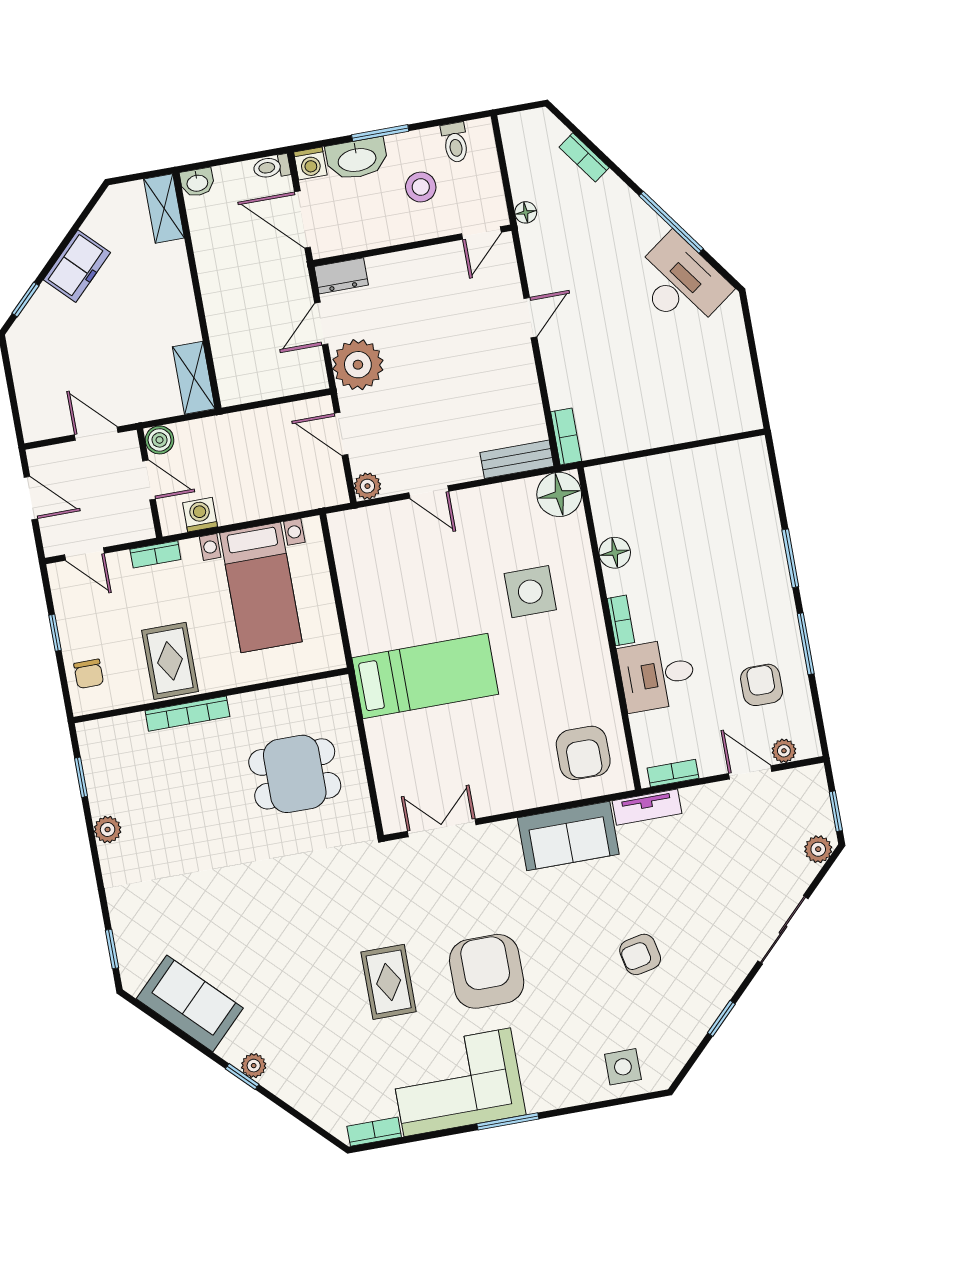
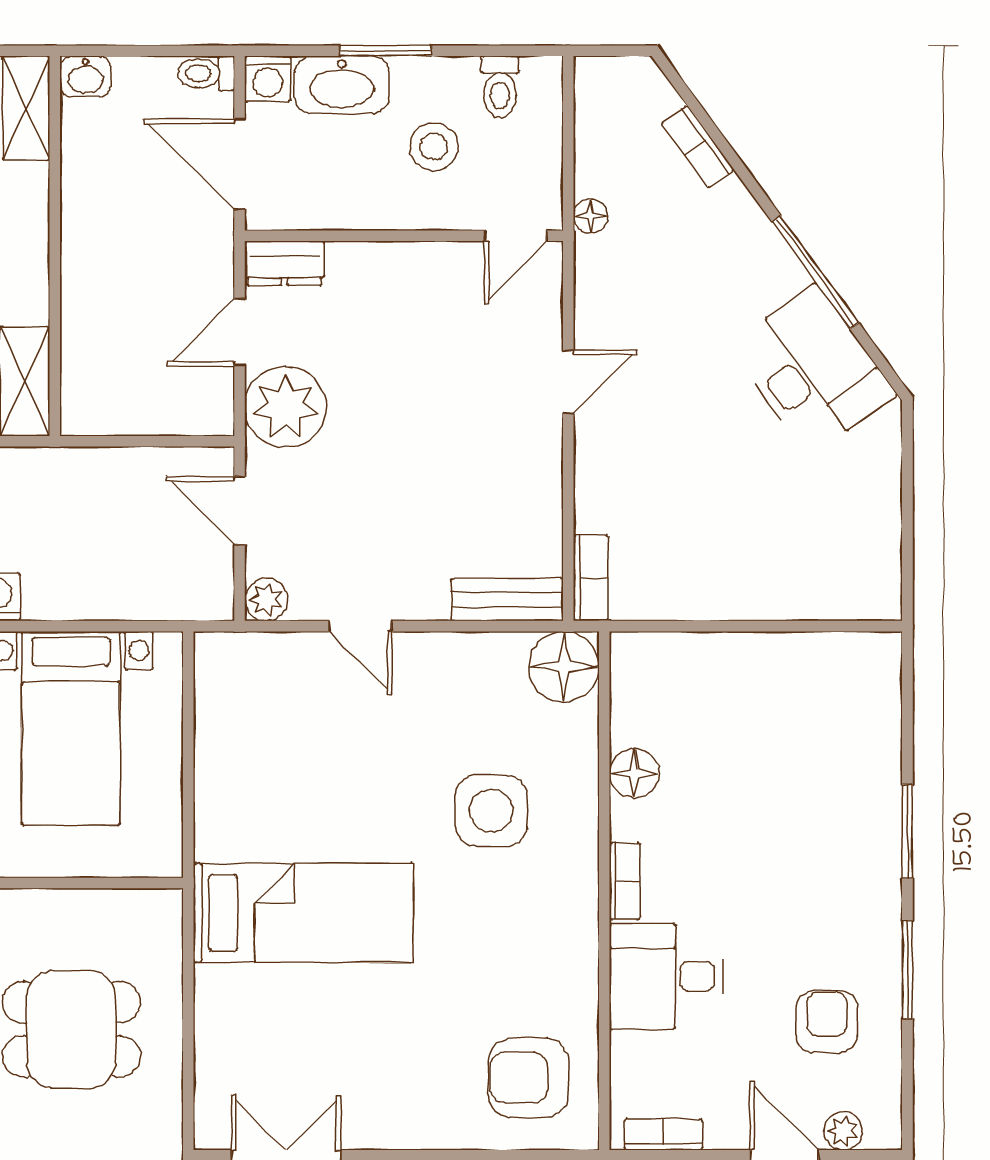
armchair: (583, 753) -> (529, 1078), turned 90

